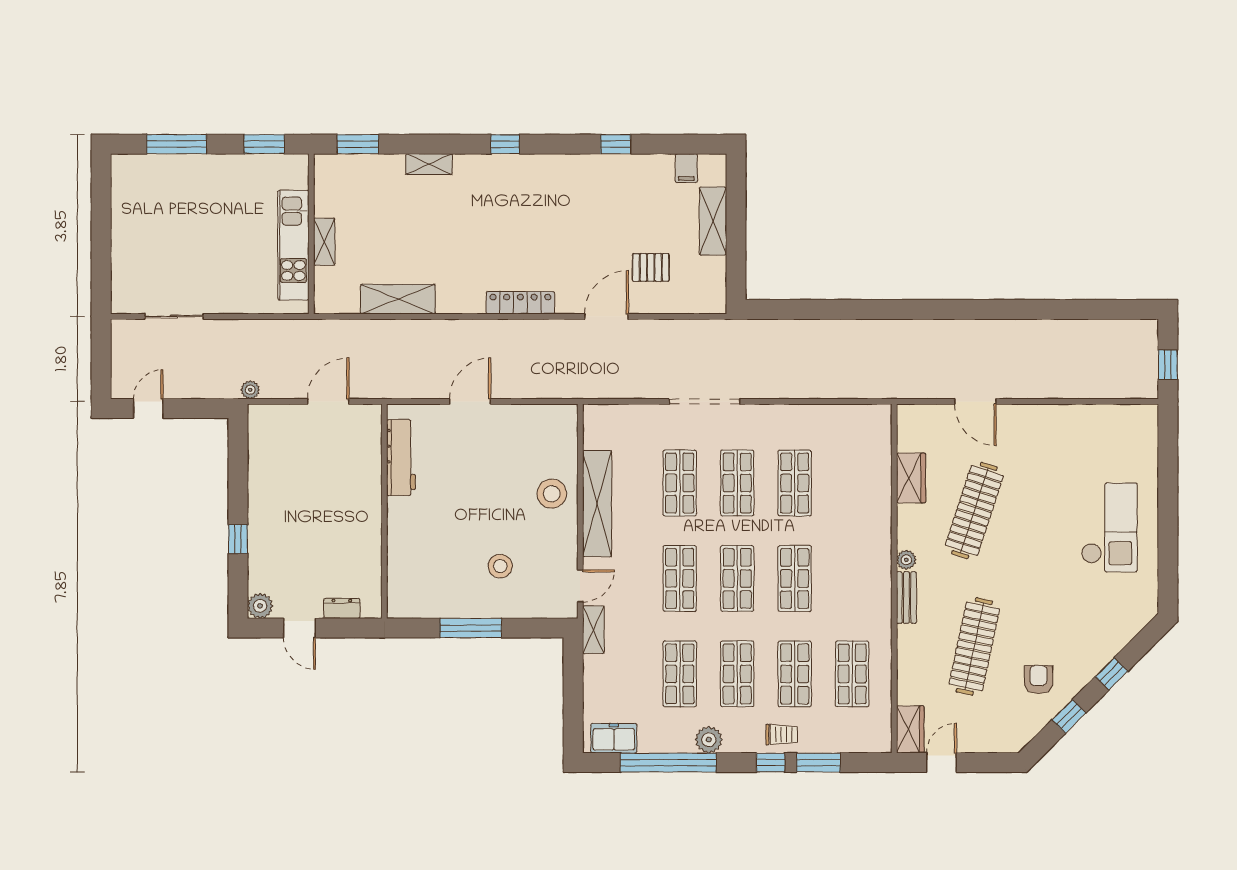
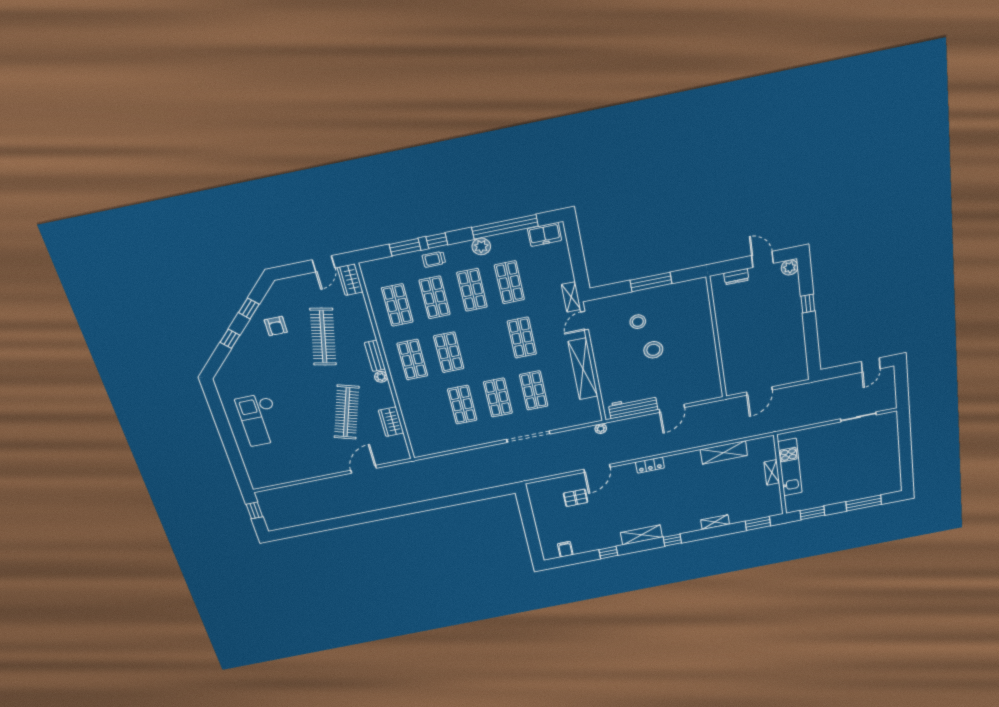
shelving: (713, 221) -> (641, 535), moved, turned 90
locker: (520, 303) -> (650, 465), width x0.66
plant: (250, 390) -> (601, 429), moved
door: (975, 401) -> (364, 469), hinge flipped
workbench: (401, 458) -> (633, 407), moved, turned 90
stool: (552, 494) -> (653, 350), moved
shop shelf: (737, 578) -> (412, 360), moved

